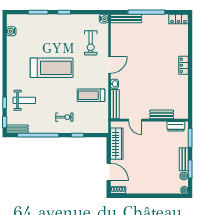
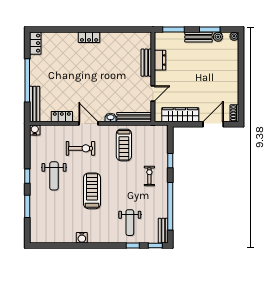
water cooler: (11, 31) -> (82, 238), moved
weight bench: (64, 35) -> (54, 176), added
locker: (115, 42) -> (62, 117), added
exercise bike: (91, 43) -> (80, 148), moved
treadmill: (52, 68) -> (92, 191), width x0.73, depth x0.73
weight bench: (24, 100) -> (130, 223), turned 180
dresser: (176, 126) -> (160, 60), moved

